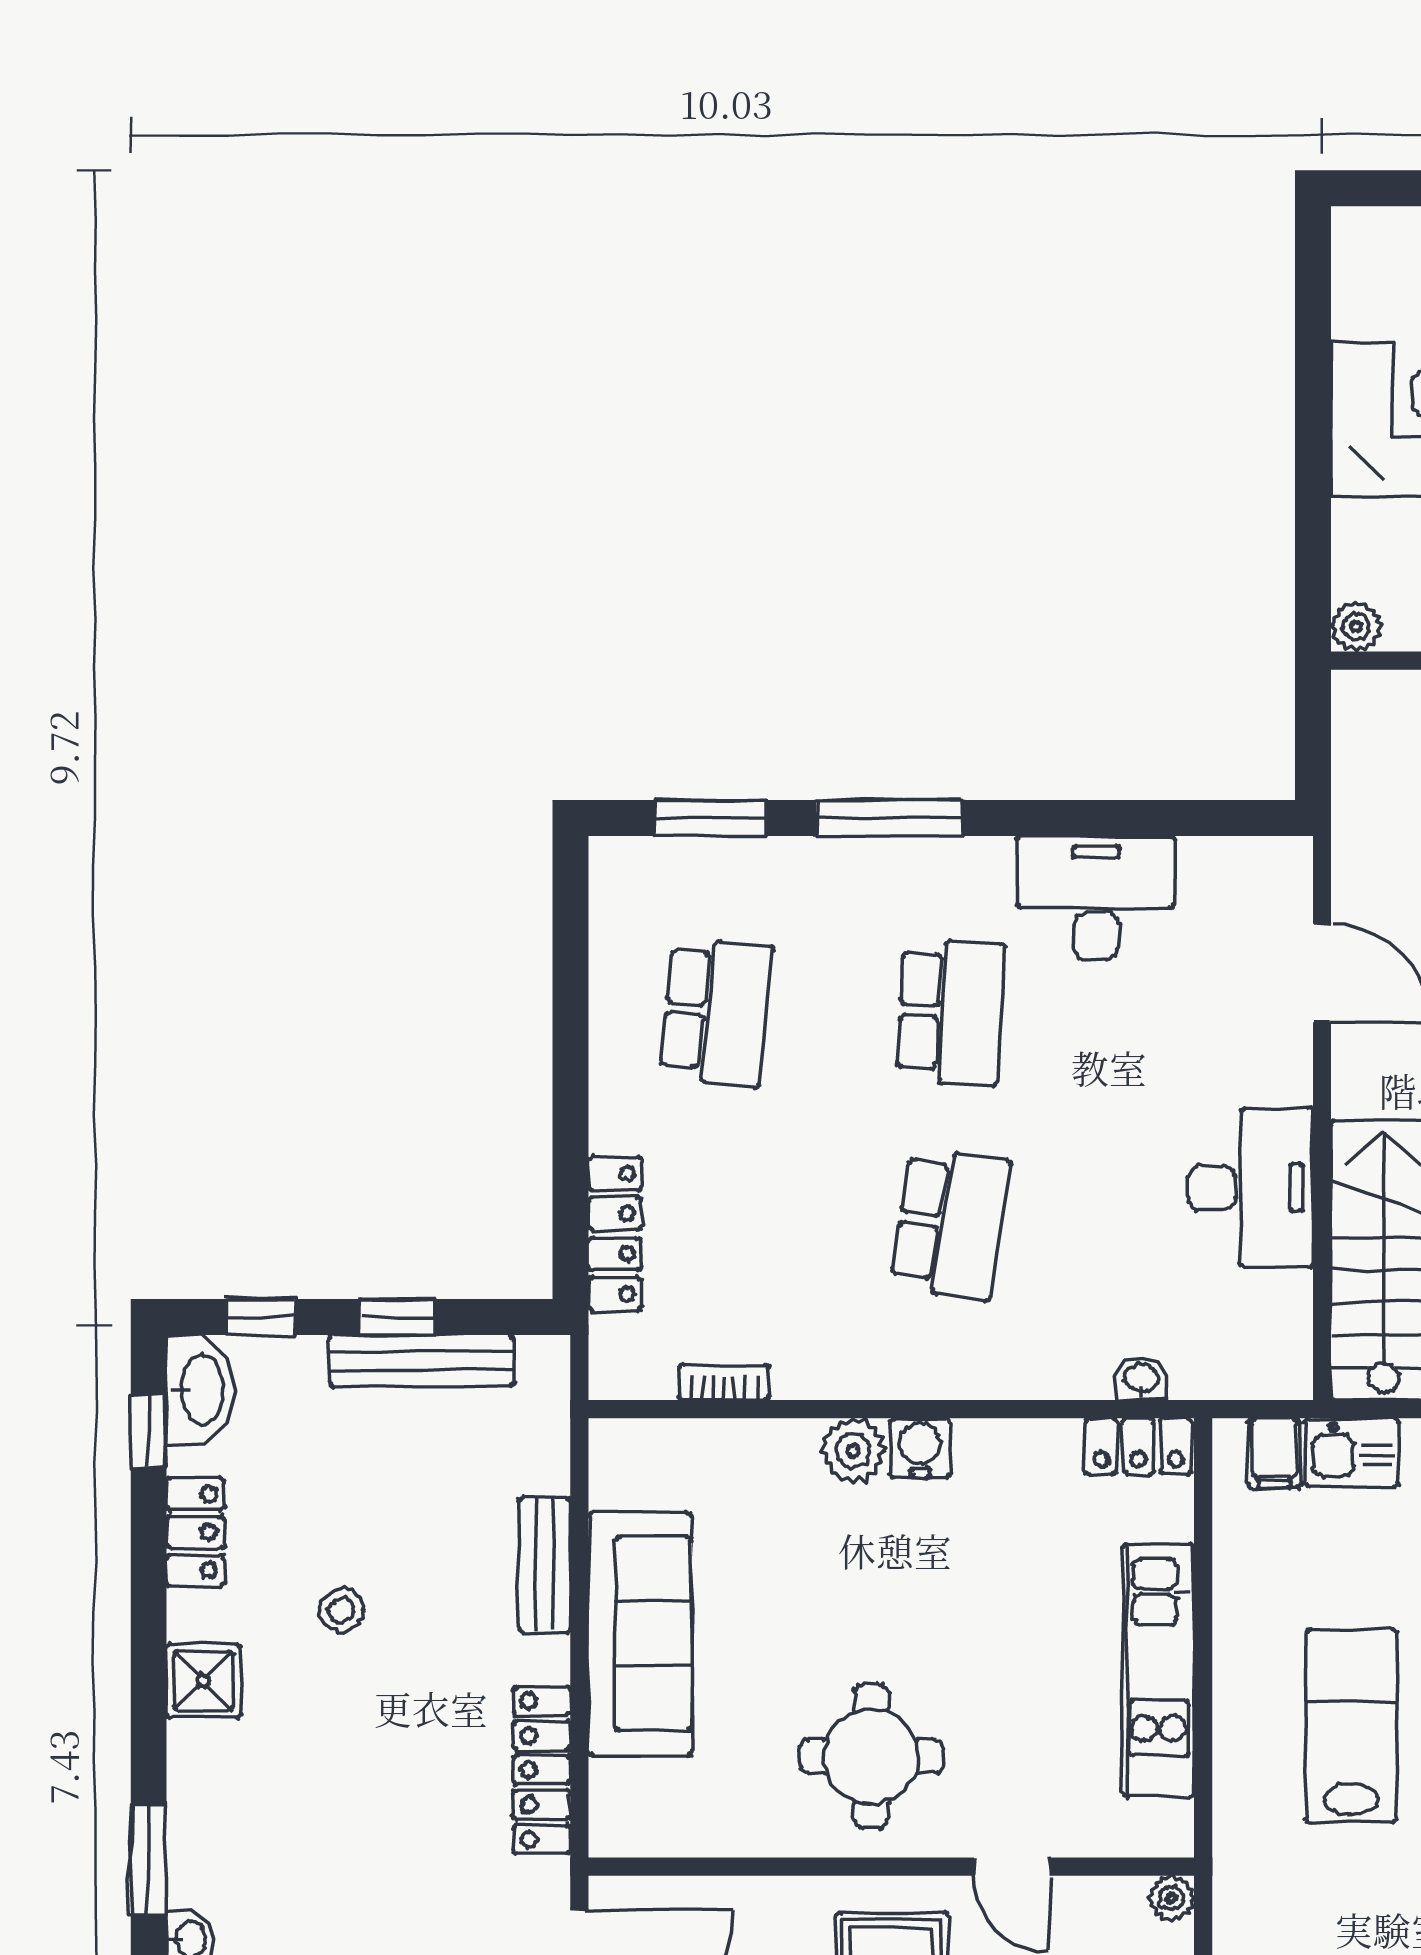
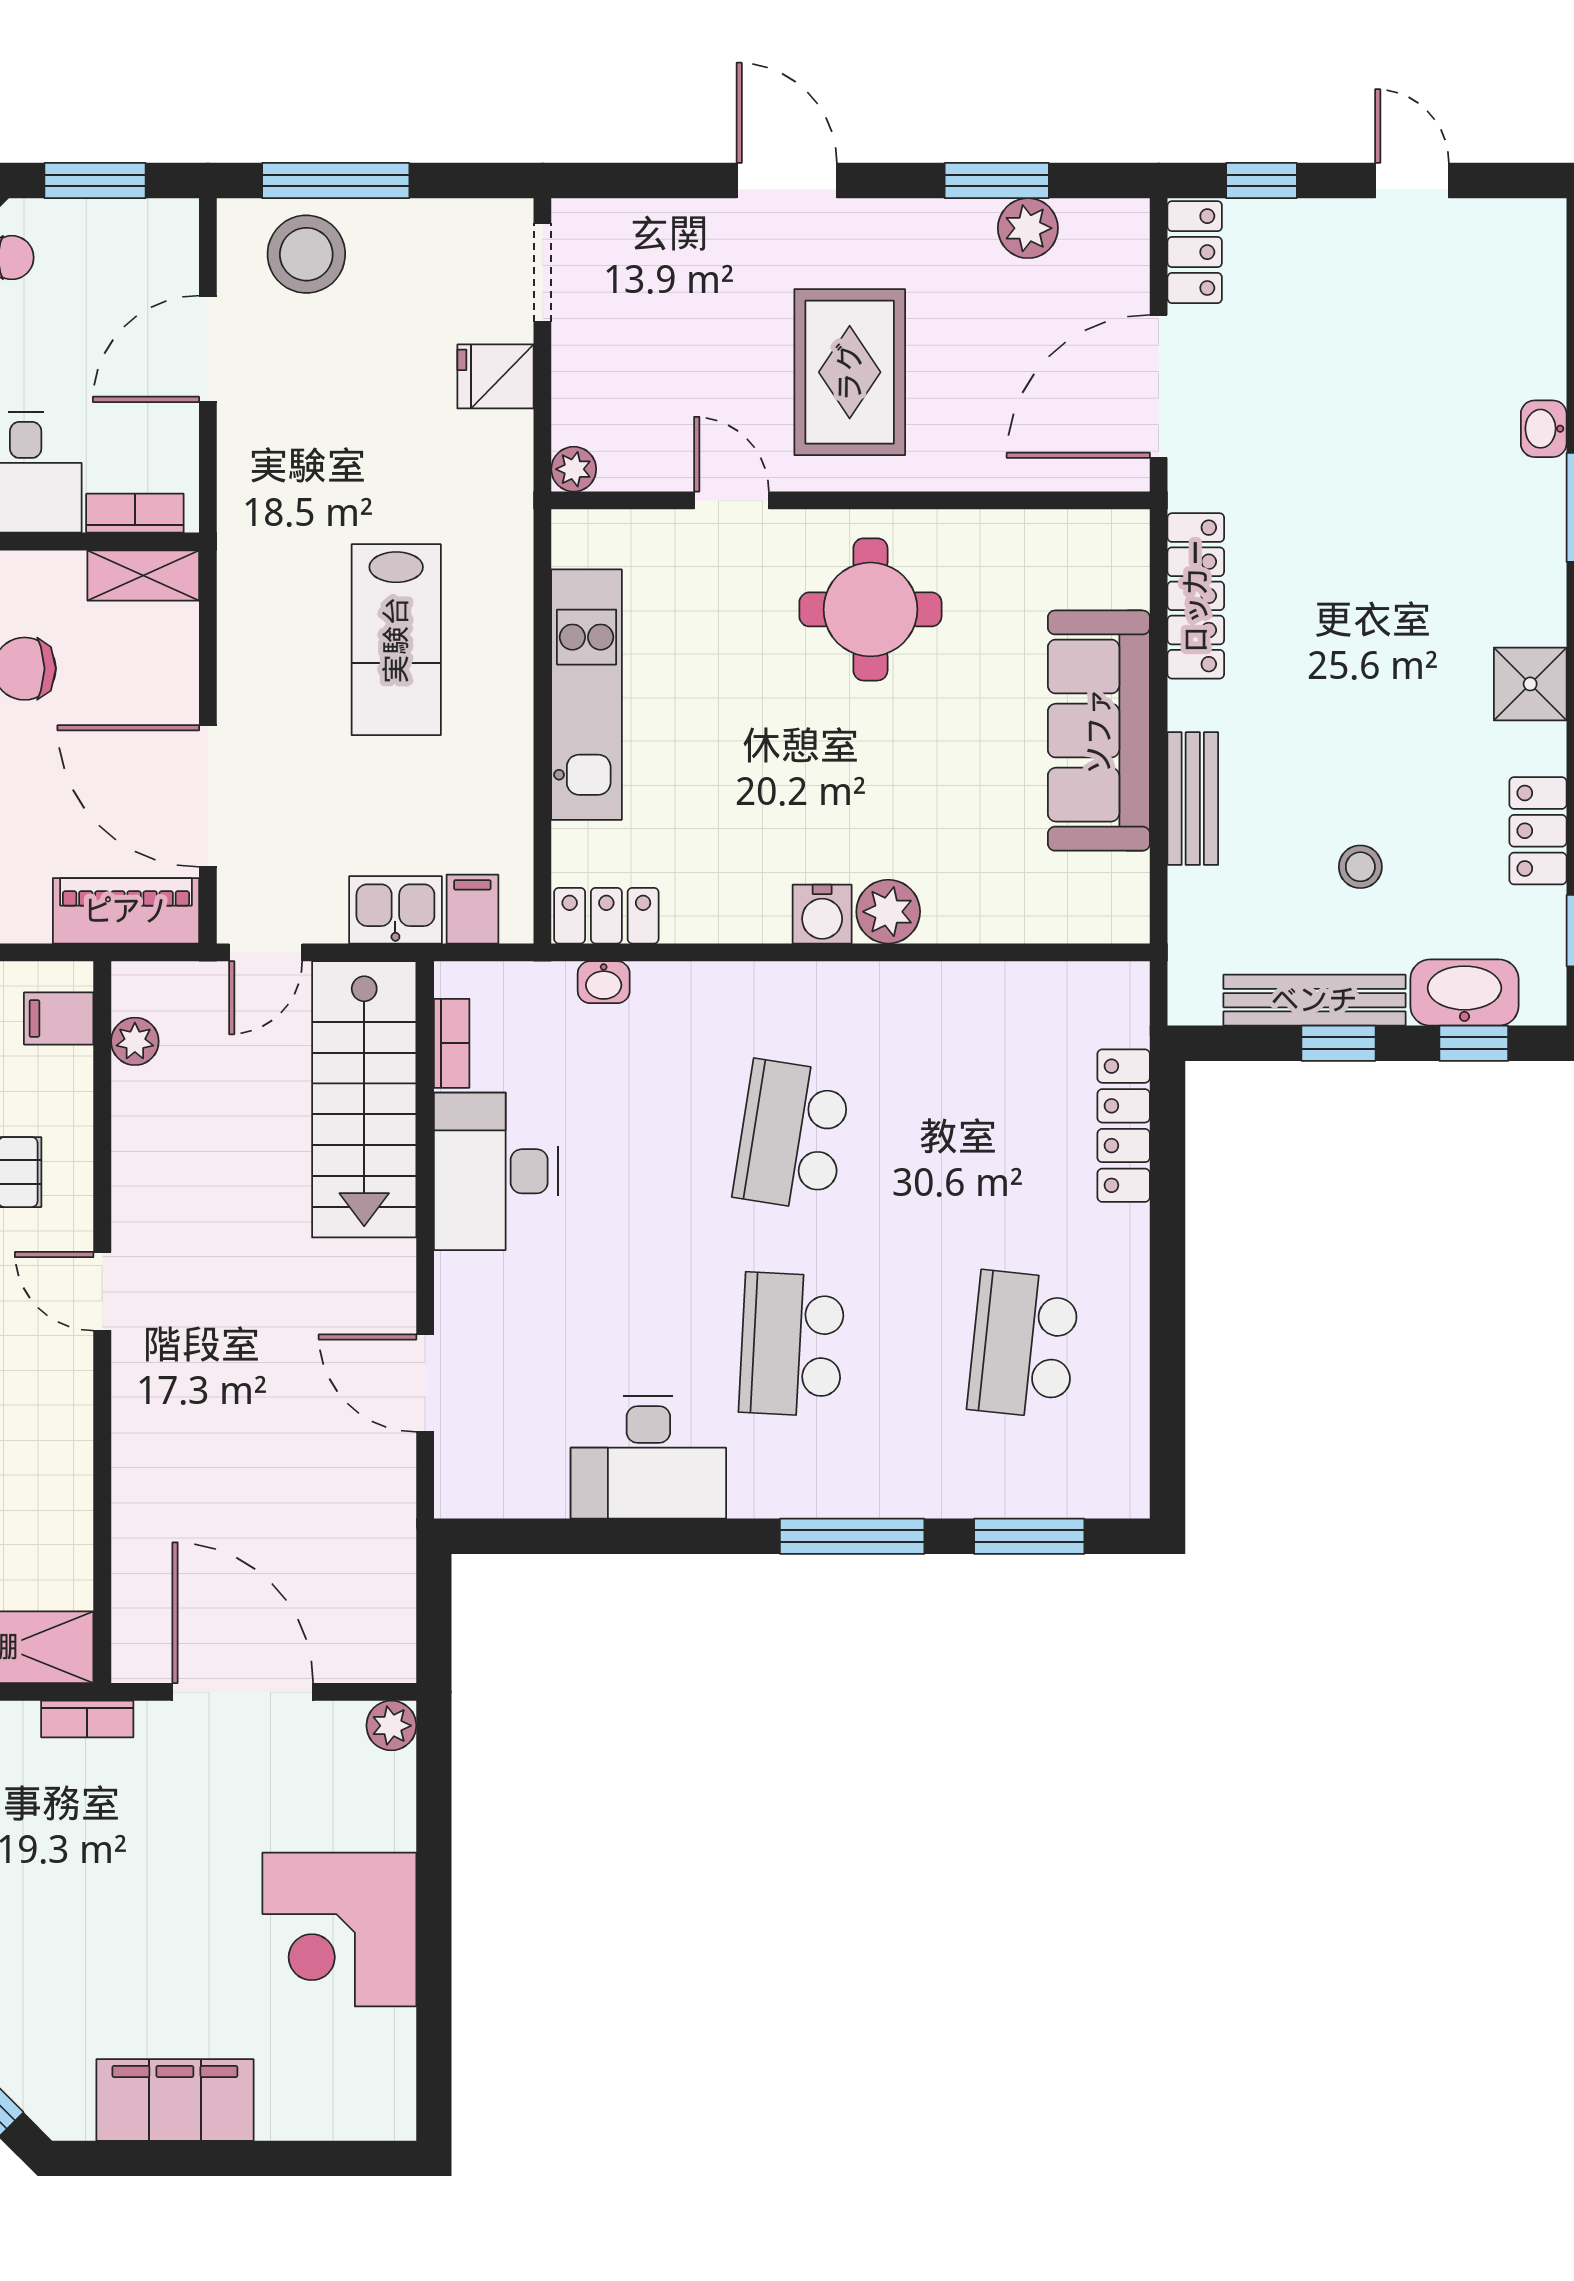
bookcase: (724, 1382) -> (452, 1043), moved, turned -90
washbasin: (200, 1390) -> (1464, 993), moved, turned 90
stool: (341, 1611) -> (1360, 867), moved

